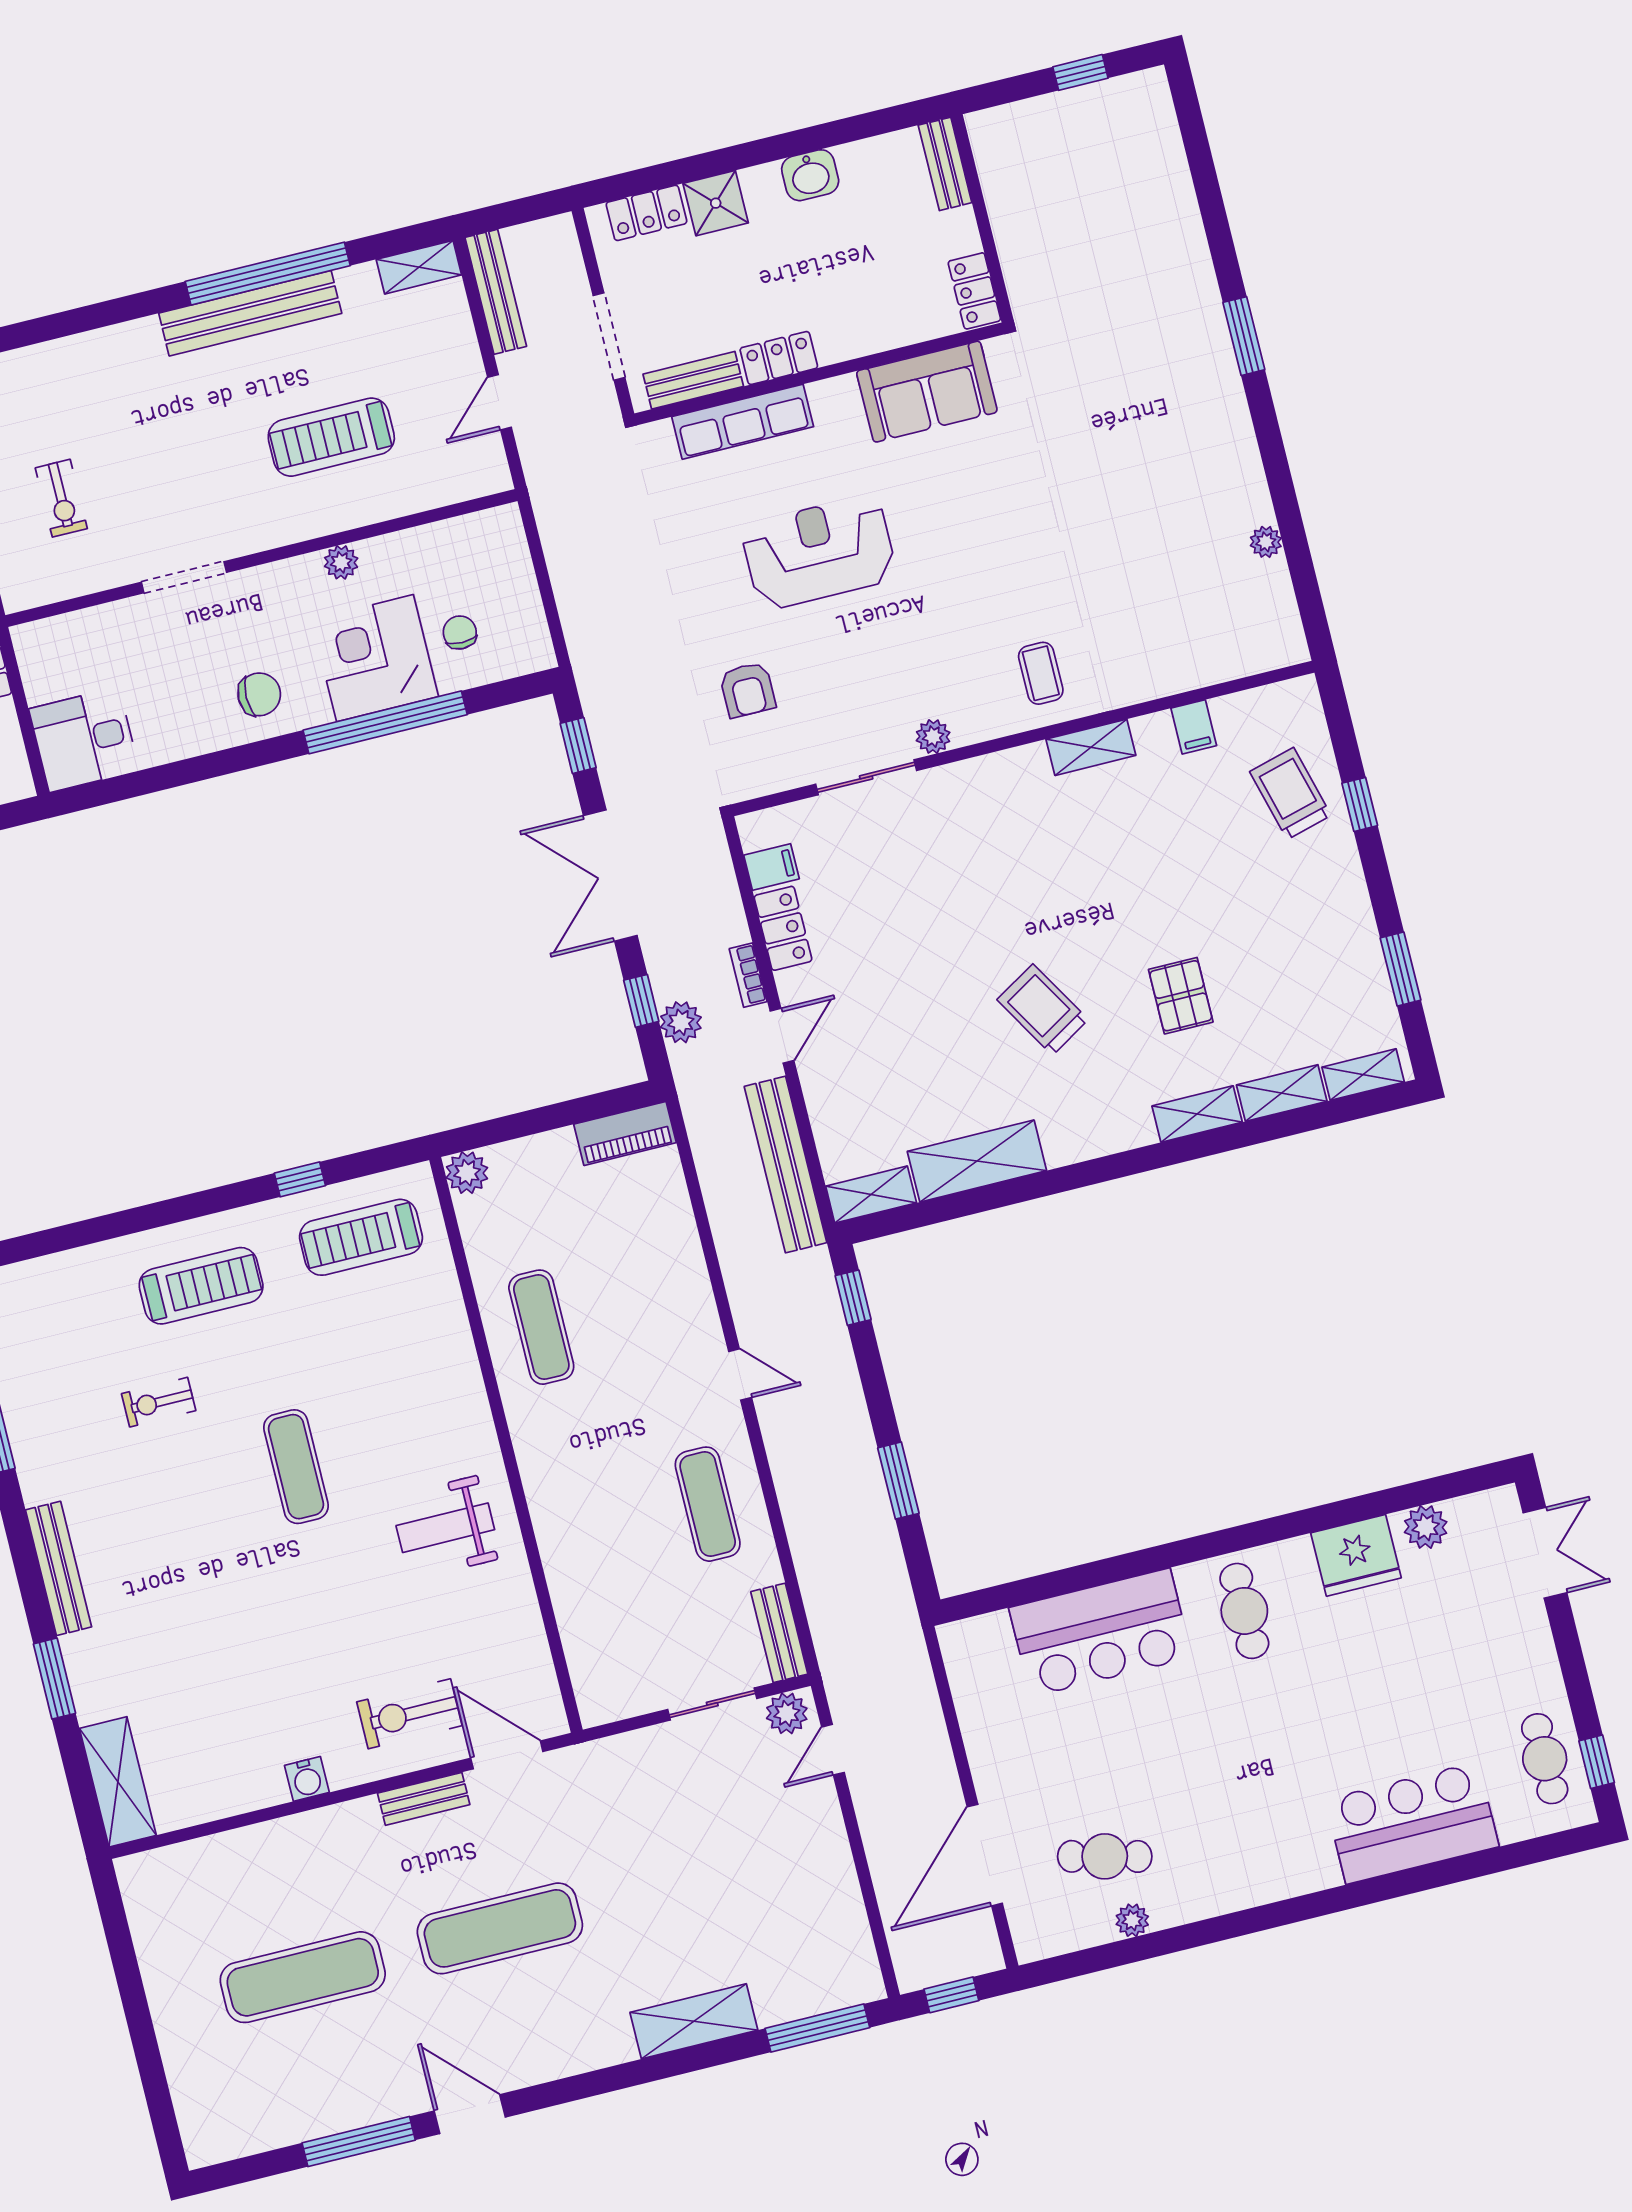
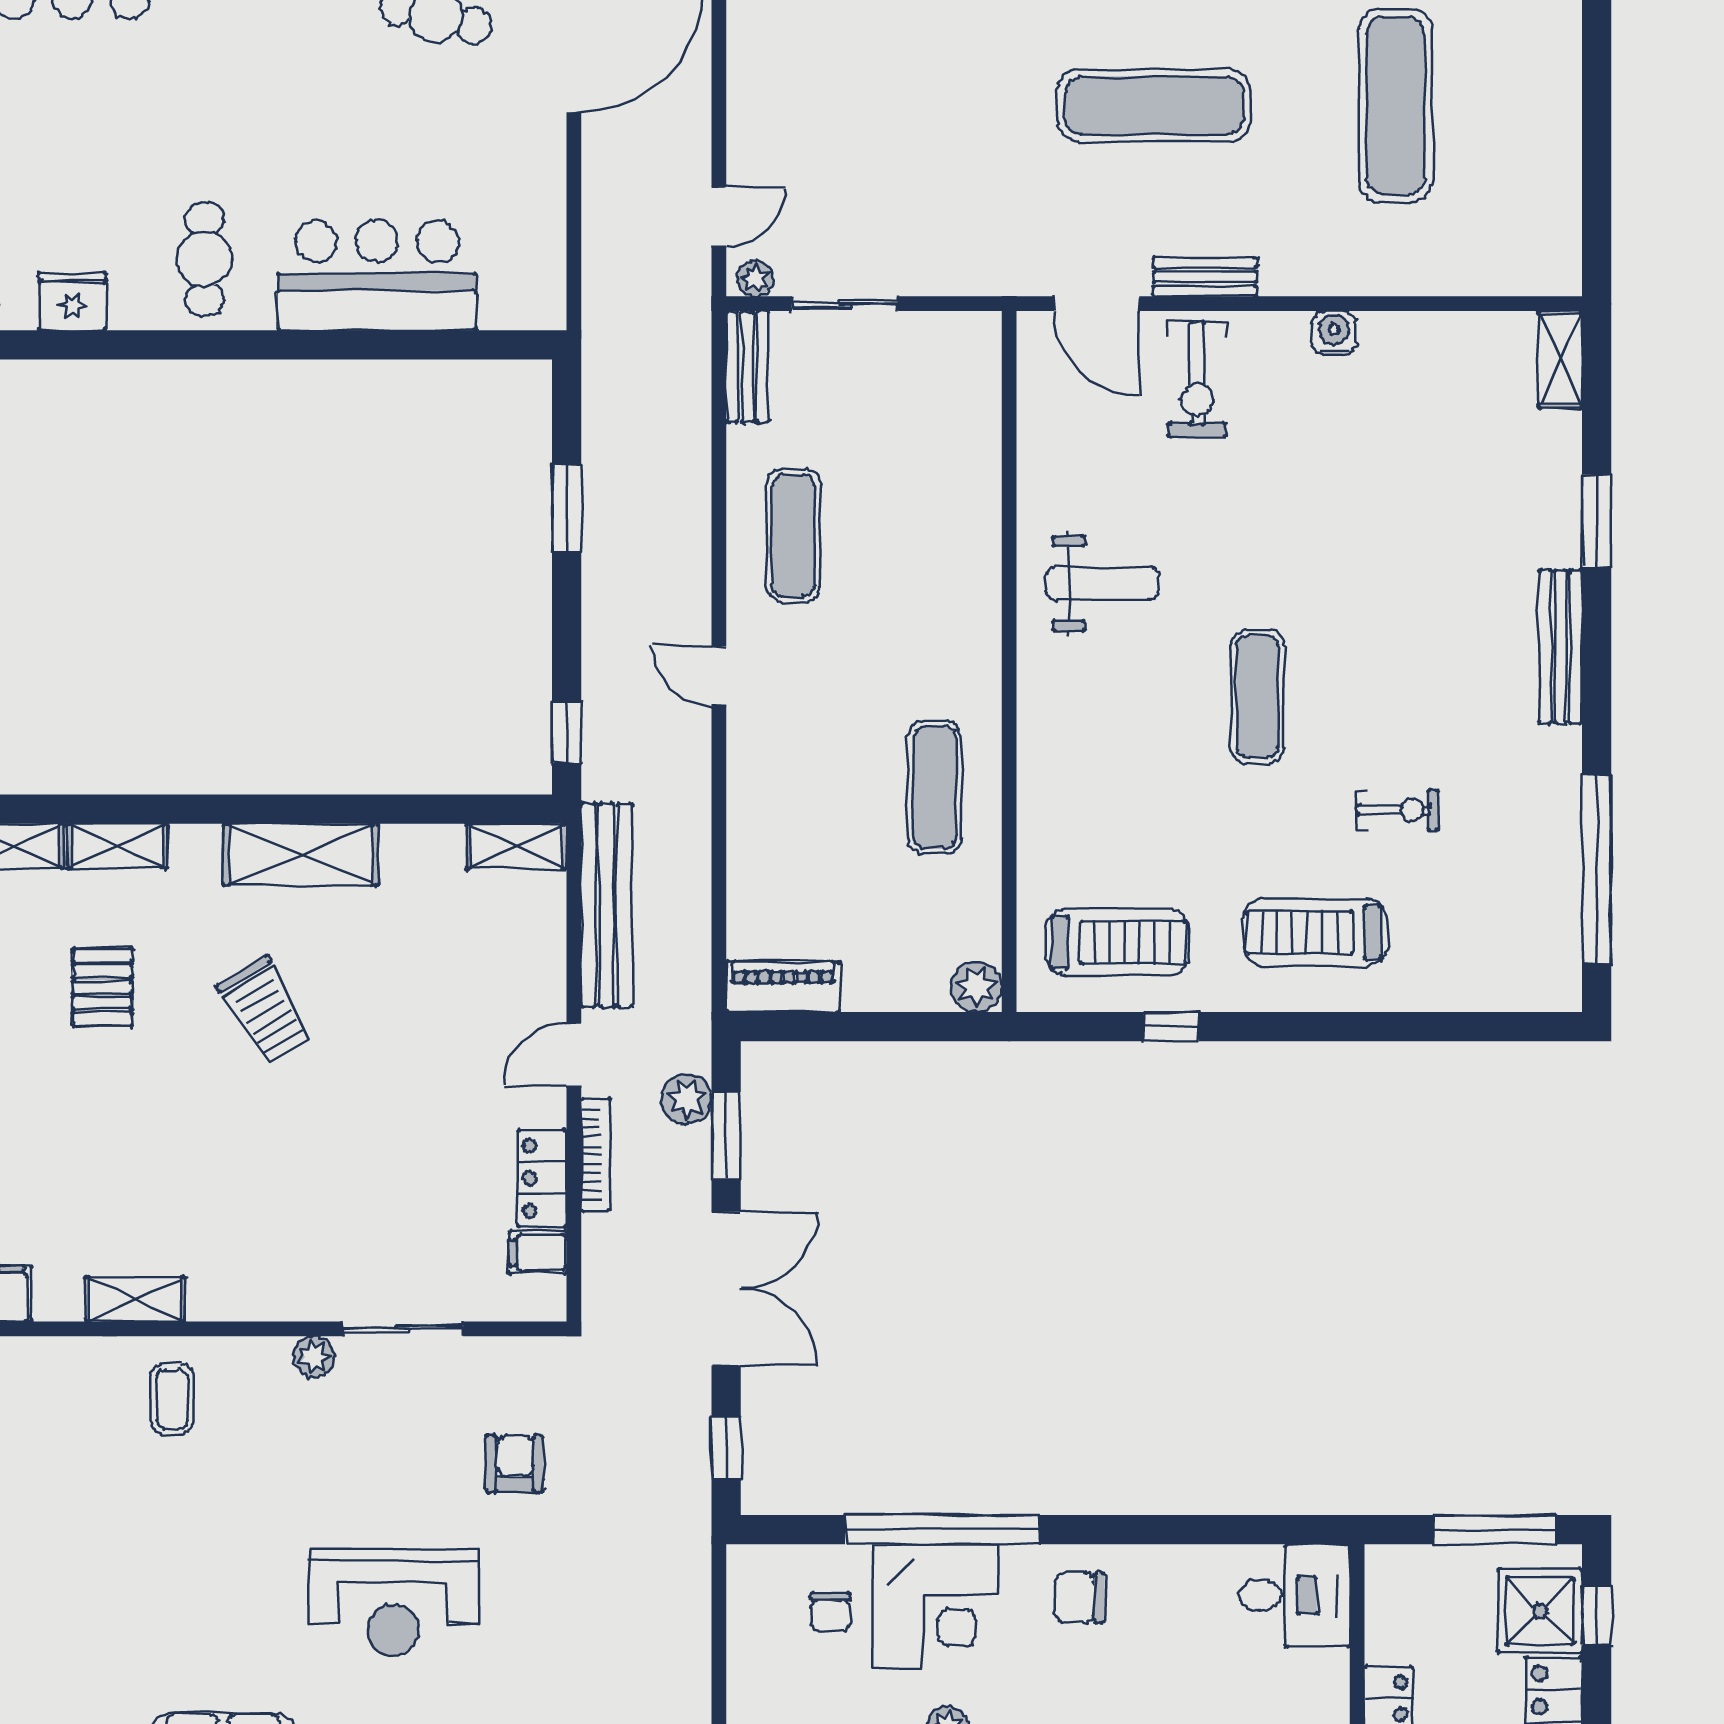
bookcase: (748, 975) -> (595, 1155), width x1.56
window: (641, 1001) -> (726, 1135), width x1.50
shelving: (977, 1161) -> (301, 855), moved
fridge: (1356, 1555) -> (72, 301), width x0.73, depth x0.75
plant: (787, 1713) -> (755, 278), width x0.73, depth x0.73
exercise bike: (409, 1714) -> (1197, 379), turned 90
shelving: (118, 1782) -> (1560, 359), width x0.67, depth x0.75
exercise mat: (303, 1977) -> (1396, 105), turned 90

